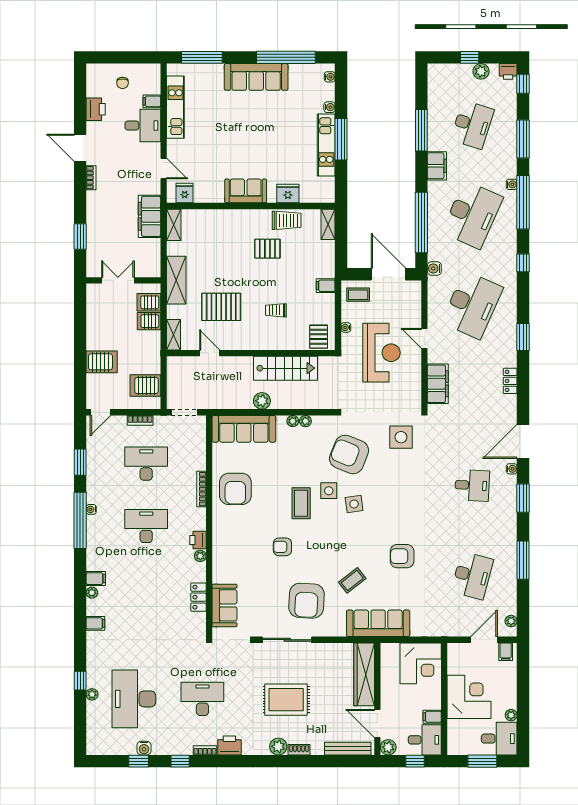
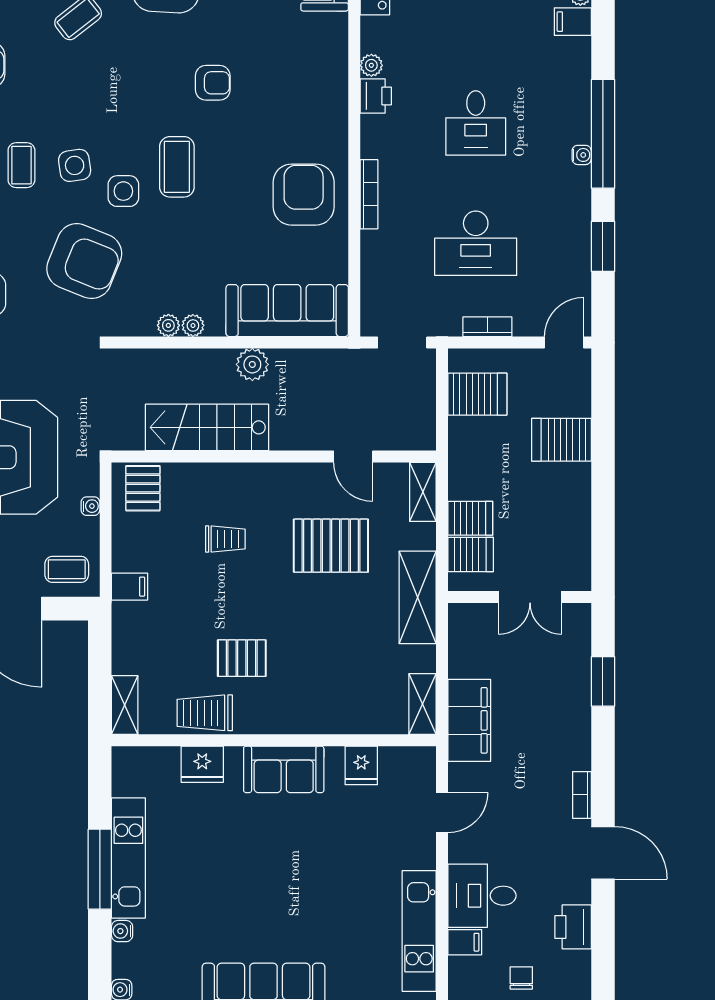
door: (164, 169) -> (442, 813), swing flipped
fridge: (185, 193) -> (361, 765), moved
coffee table: (382, 504) -> (21, 165), added
desk: (146, 526) -> (476, 123), width x0.73

